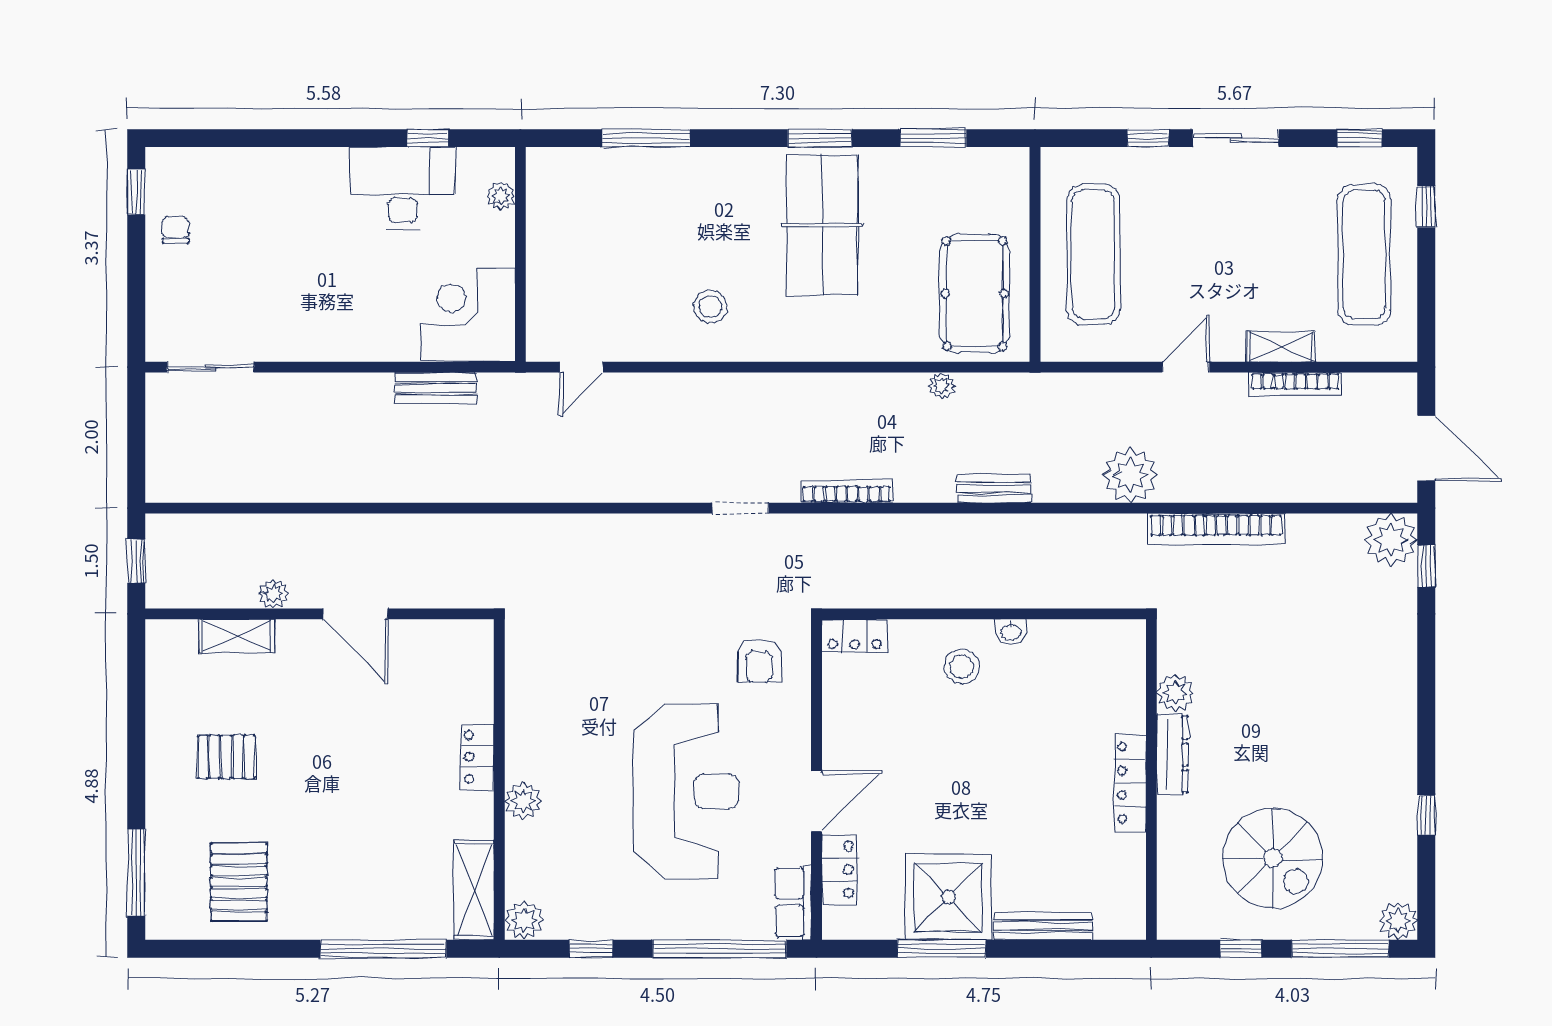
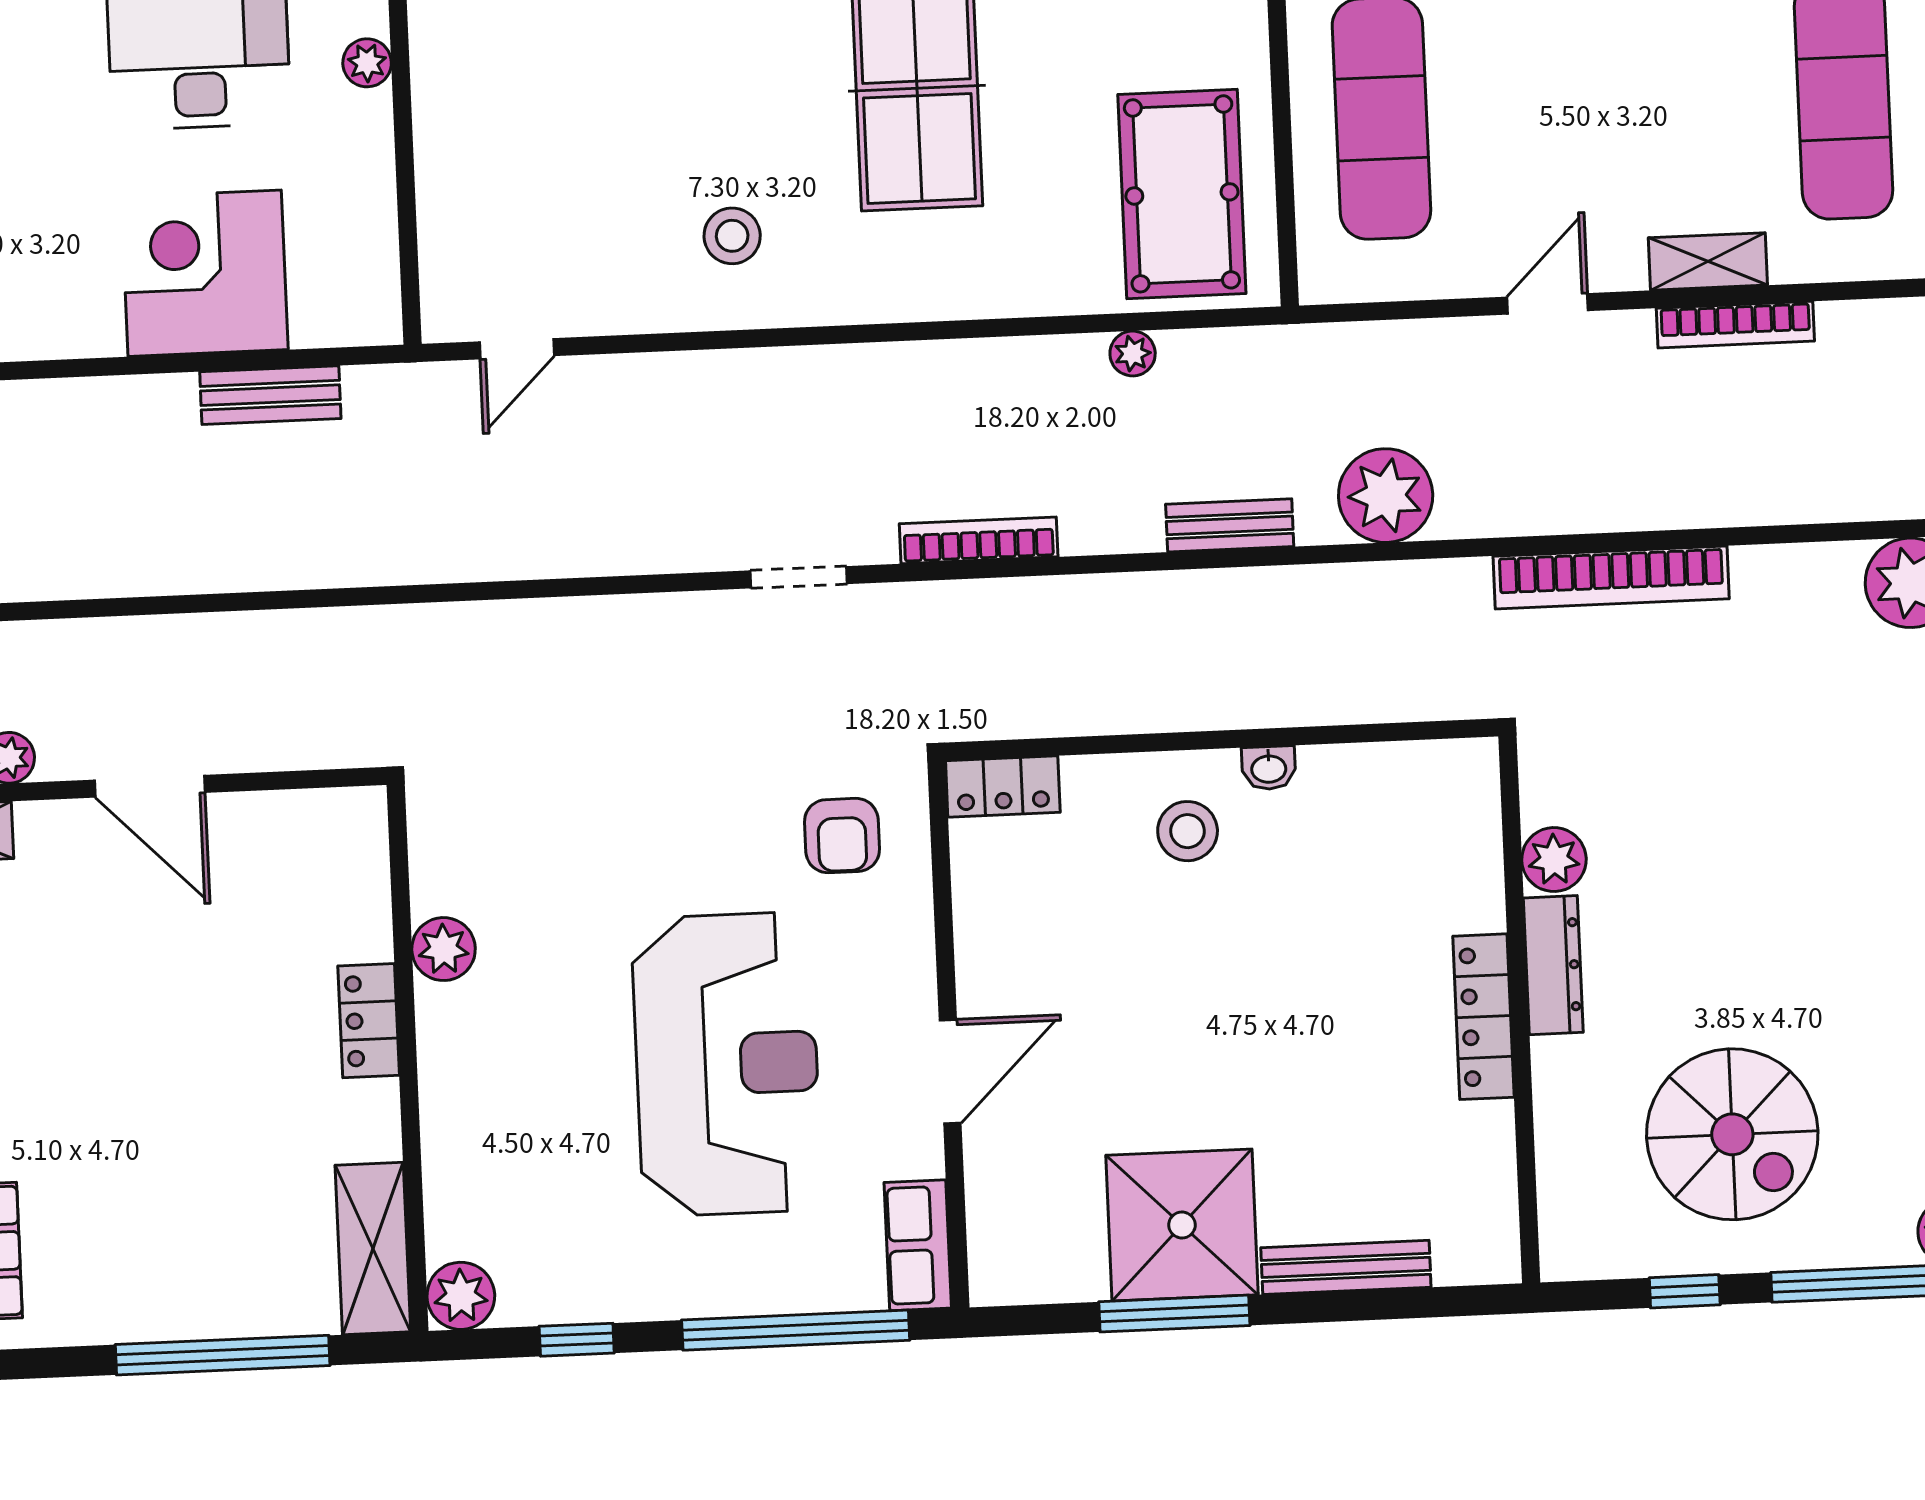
corner desk: (468, 315) -> (205, 273), moved
plant: (1130, 475) -> (1386, 496), moved
plant: (523, 801) -> (444, 949), moved
locker: (840, 870) -> (994, 1186), removed

